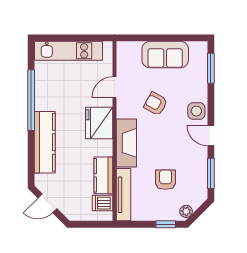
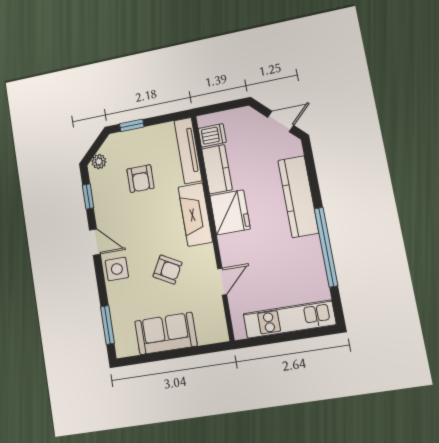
fridge: (99, 123) -> (230, 212), moved
window: (211, 173) -> (88, 196), width x0.67
plant: (186, 211) -> (99, 162), moved

